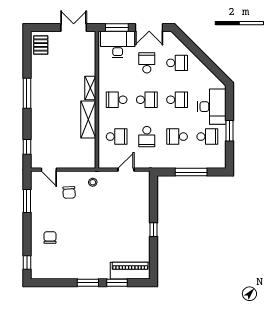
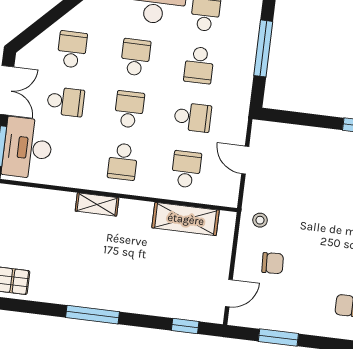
school desk: (147, 63) -> (66, 102), turned 180
shelving: (88, 120) -> (186, 219), moved

